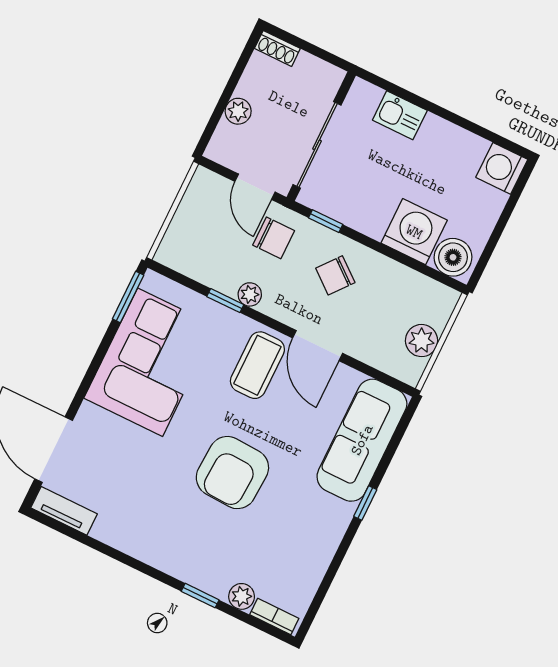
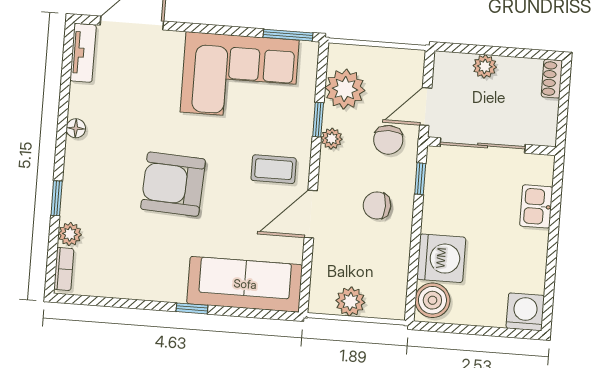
plant: (205, 261) -> (345, 89), added
chair: (335, 275) -> (377, 205), turned -39
coffee table: (257, 365) -> (274, 169), width x0.73, depth x0.77
floor lamp: (137, 548) -> (76, 128), added

